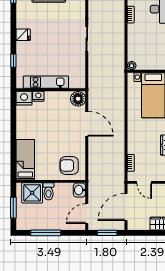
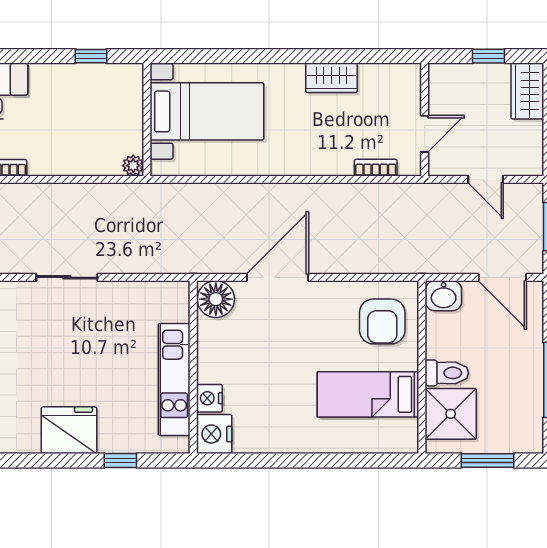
fridge: (23, 35) -> (69, 430), width x1.88, depth x1.34
bed: (25, 160) -> (368, 394), moved
door: (126, 207) -> (486, 179), width x0.53

